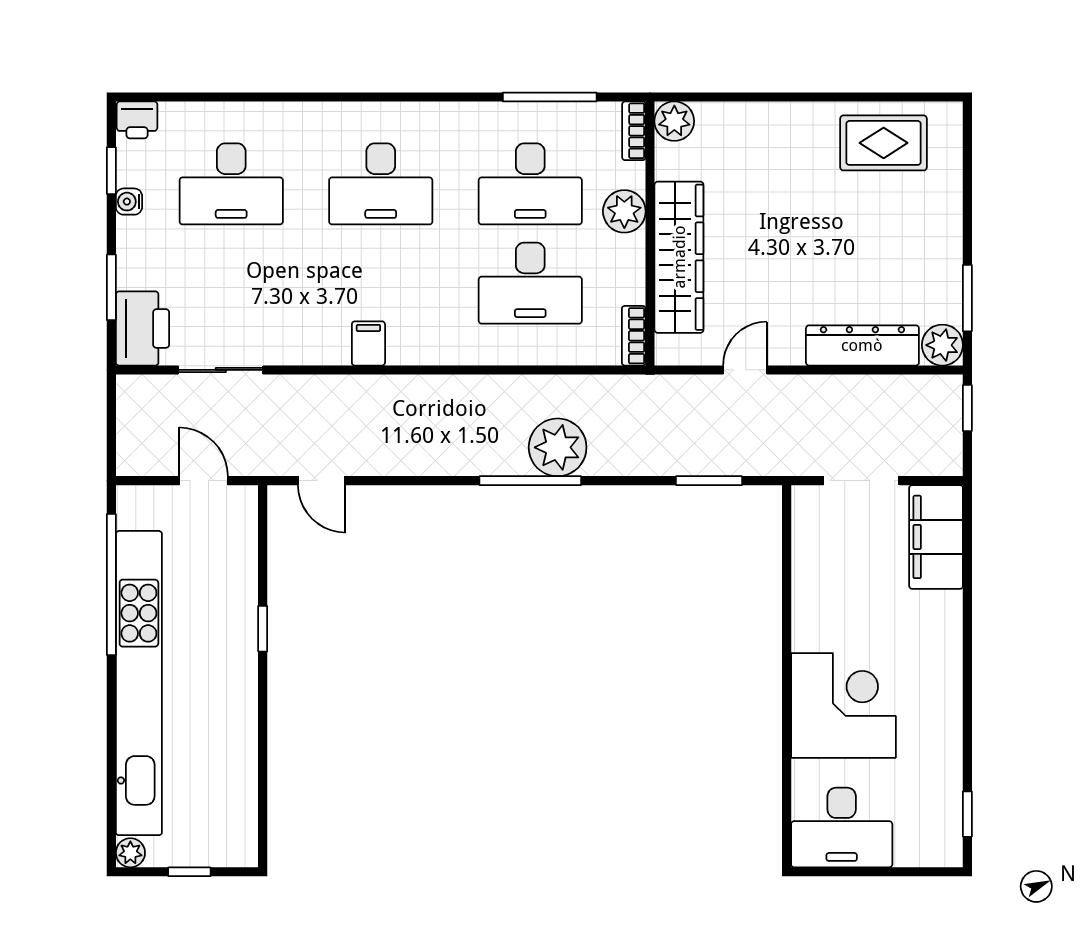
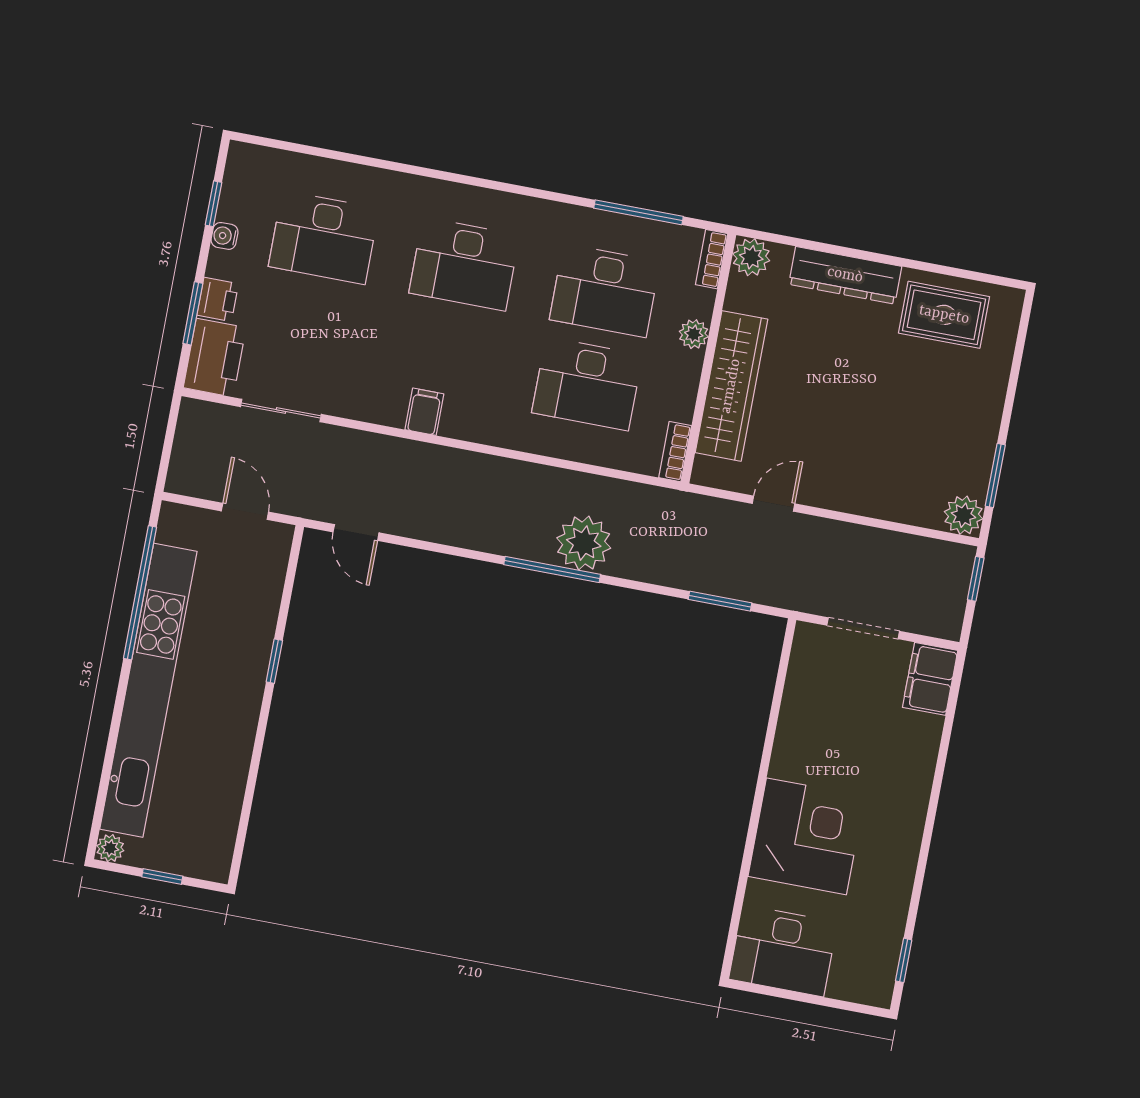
printer: (137, 120) -> (218, 299), moved, turned -90
plant: (624, 211) -> (694, 334), width x0.73, depth x0.73
dresser: (862, 345) -> (845, 275), moved, turned 180
filing cabinet: (936, 537) -> (930, 679), width x0.67, depth x0.86

